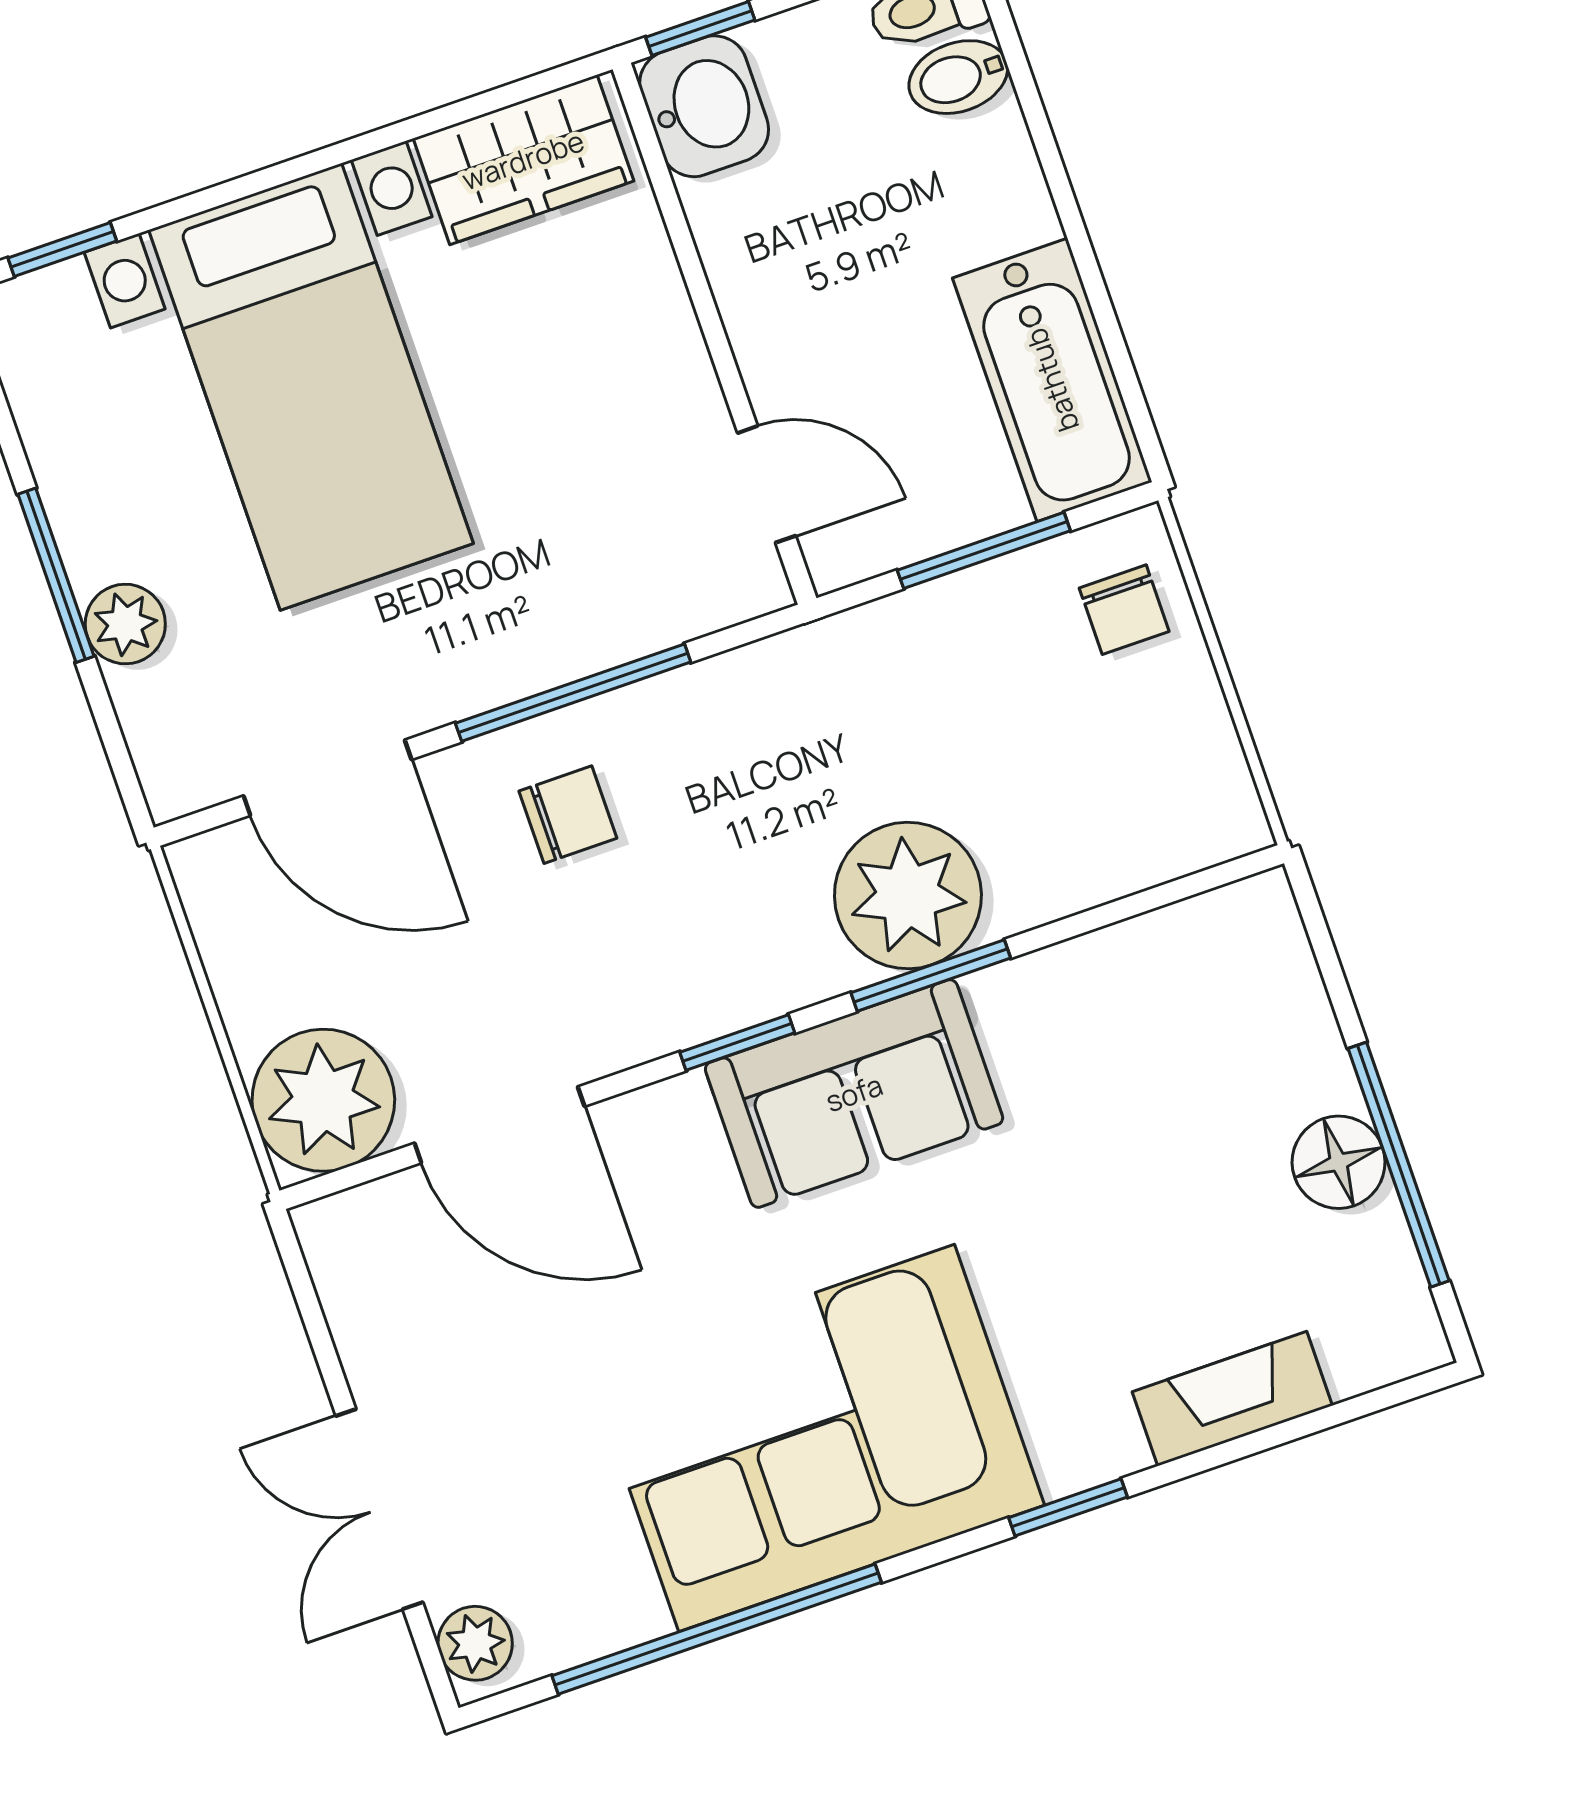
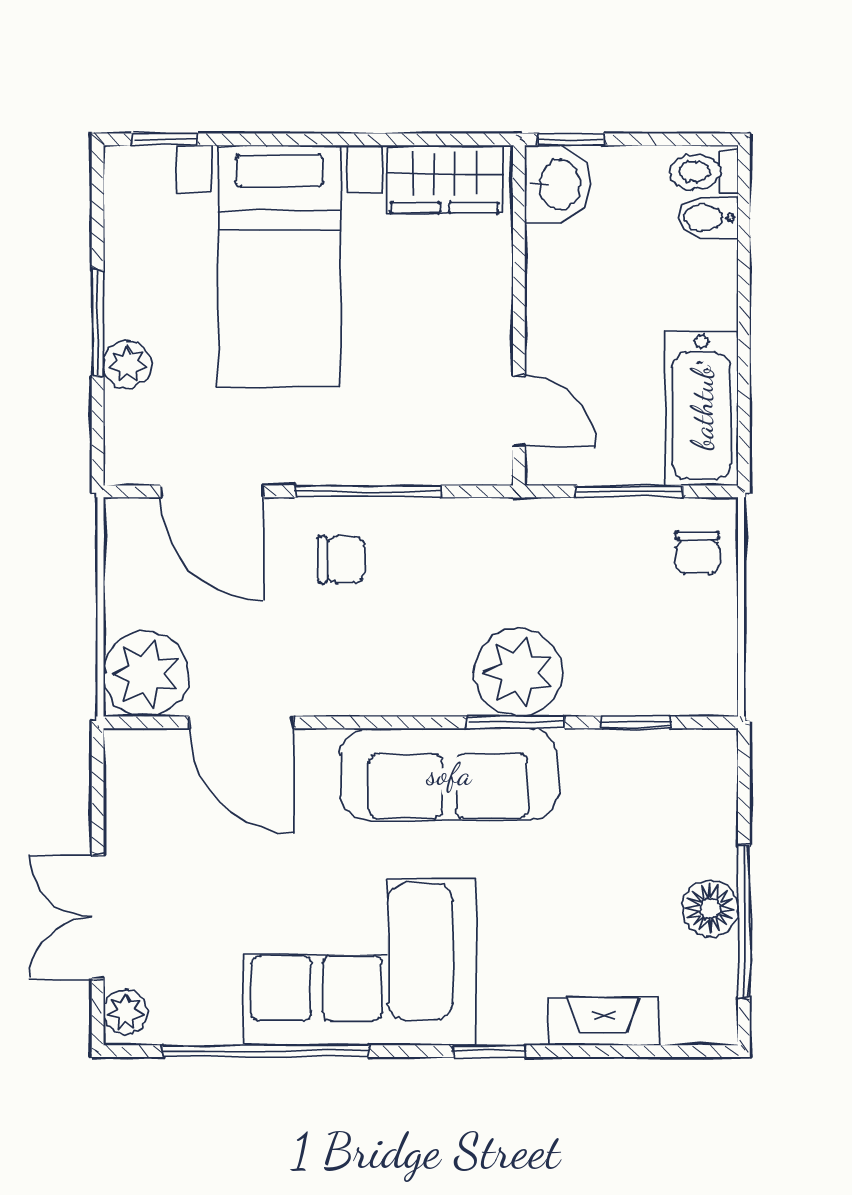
window: (737, 1042) -> (636, 722), moved
sofa: (854, 1093) -> (449, 774), width x1.36

